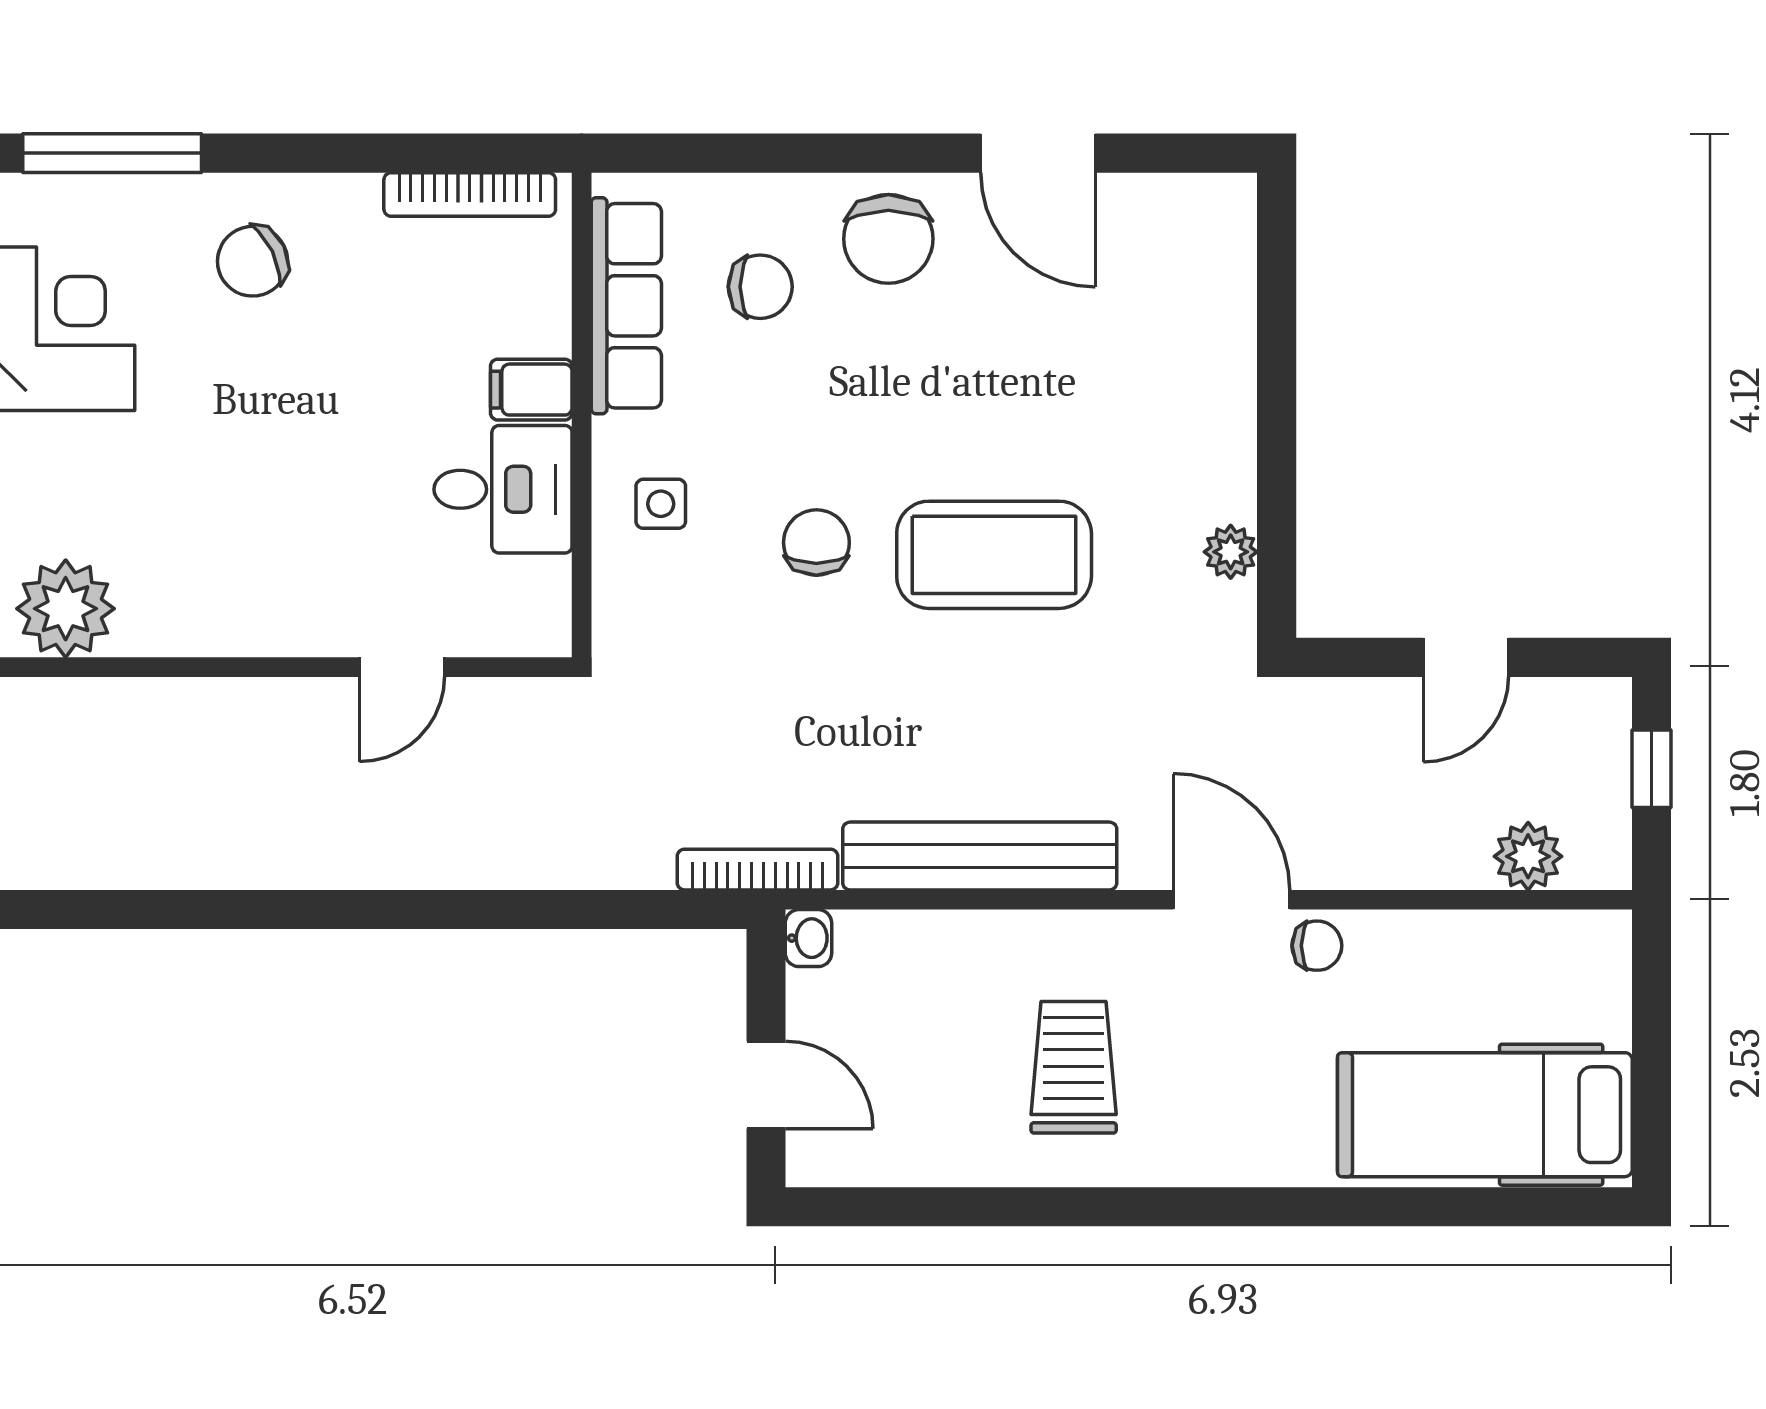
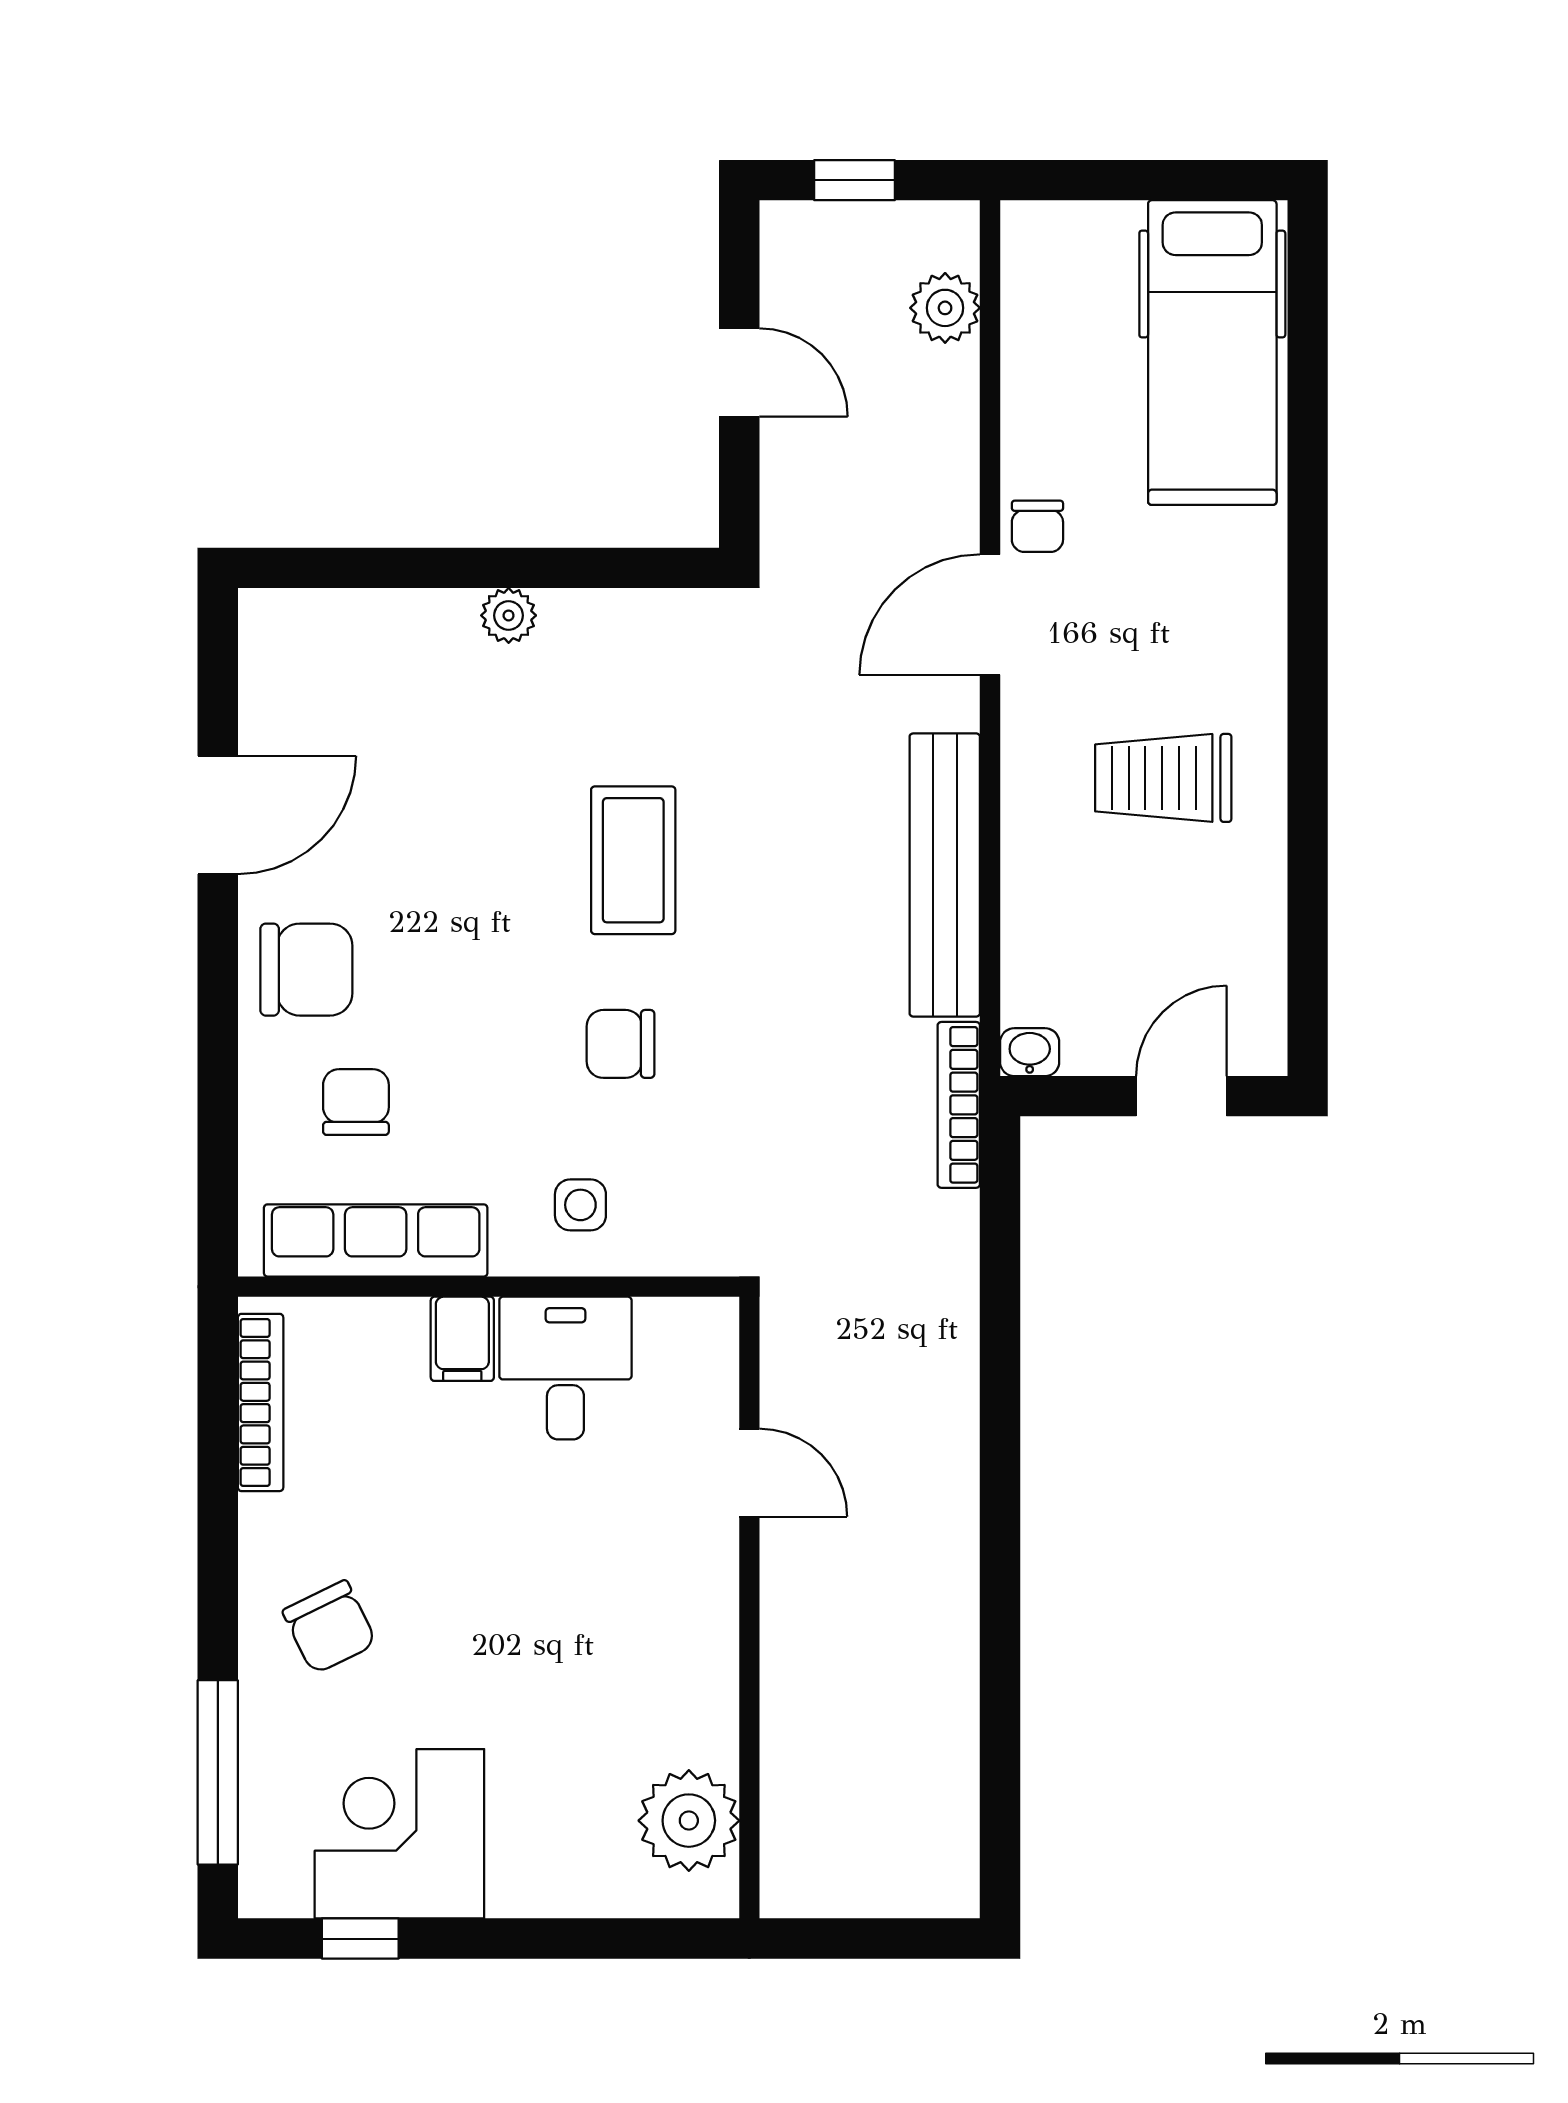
plant: (1231, 552) -> (509, 615), moved
coffee table: (994, 555) -> (633, 860), width x0.73, depth x0.76
chair: (1317, 946) -> (1037, 526), turned 180

